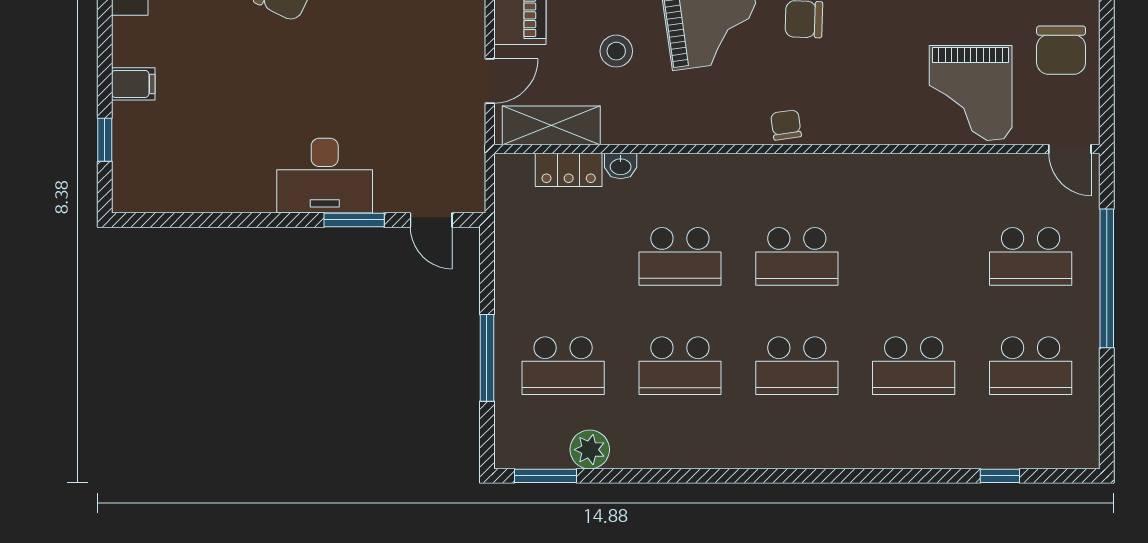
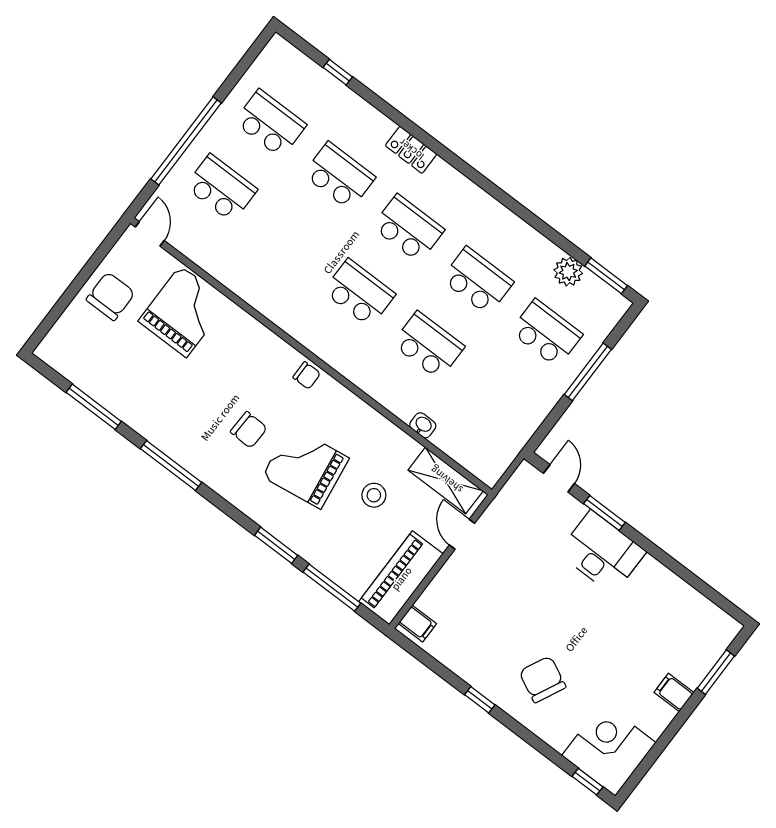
door: (490, 81) -> (462, 534), hinge flipped
chair: (786, 125) -> (307, 375), turned -82
window: (105, 140) -> (716, 672), width x1.50
locker: (569, 170) -> (411, 150), moved, turned 180

